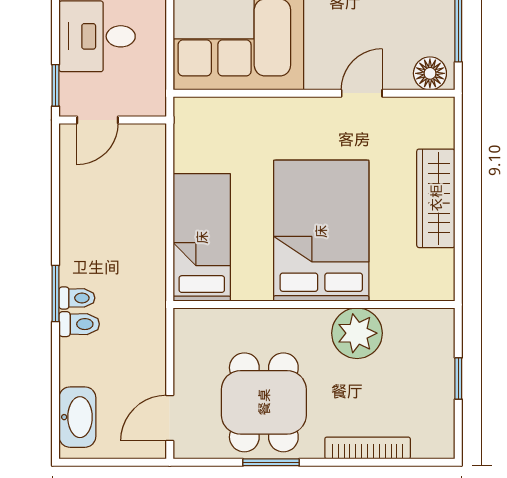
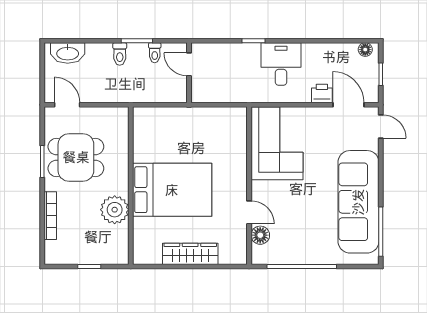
floor lamp: (430, 73) -> (260, 235), moved
door: (98, 120) -> (189, 64), moved
wall: (113, 120) -> (189, 73), moved
bed: (202, 237) -> (168, 123), removed
toilet: (77, 298) -> (155, 53), moved

